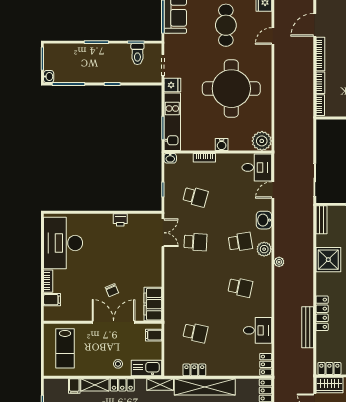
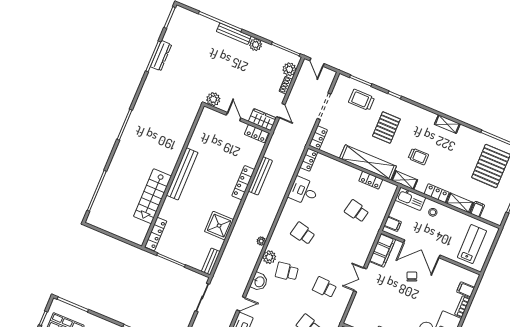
double door: (163, 233) -> (360, 280), moved

